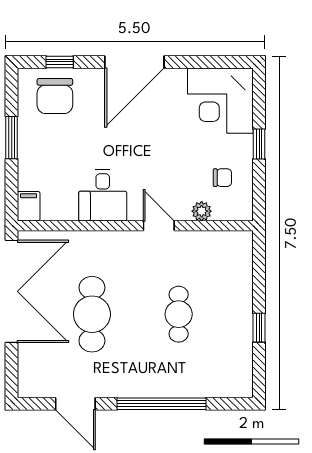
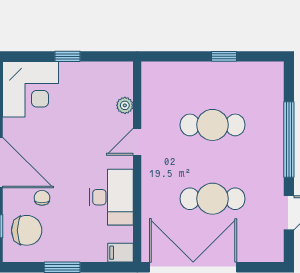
chair: (222, 178) -> (42, 198), moved
desk: (103, 195) -> (111, 197), width x1.37
cafe table: (179, 314) -> (213, 125), width x1.37, depth x1.35

